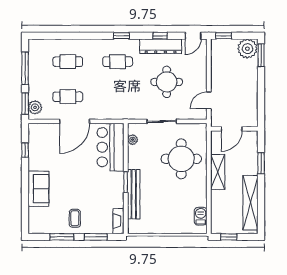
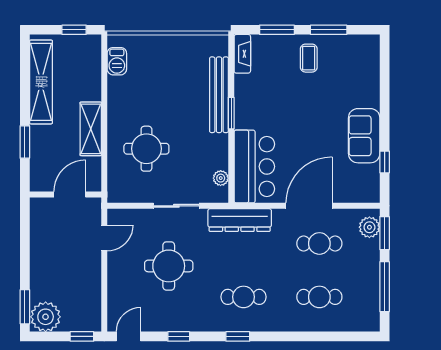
dresser: (161, 46) -> (240, 220), moved, turned 180
round table: (181, 159) -> (146, 149), width x0.73, depth x0.73
sofa: (38, 189) -> (364, 136), moved

